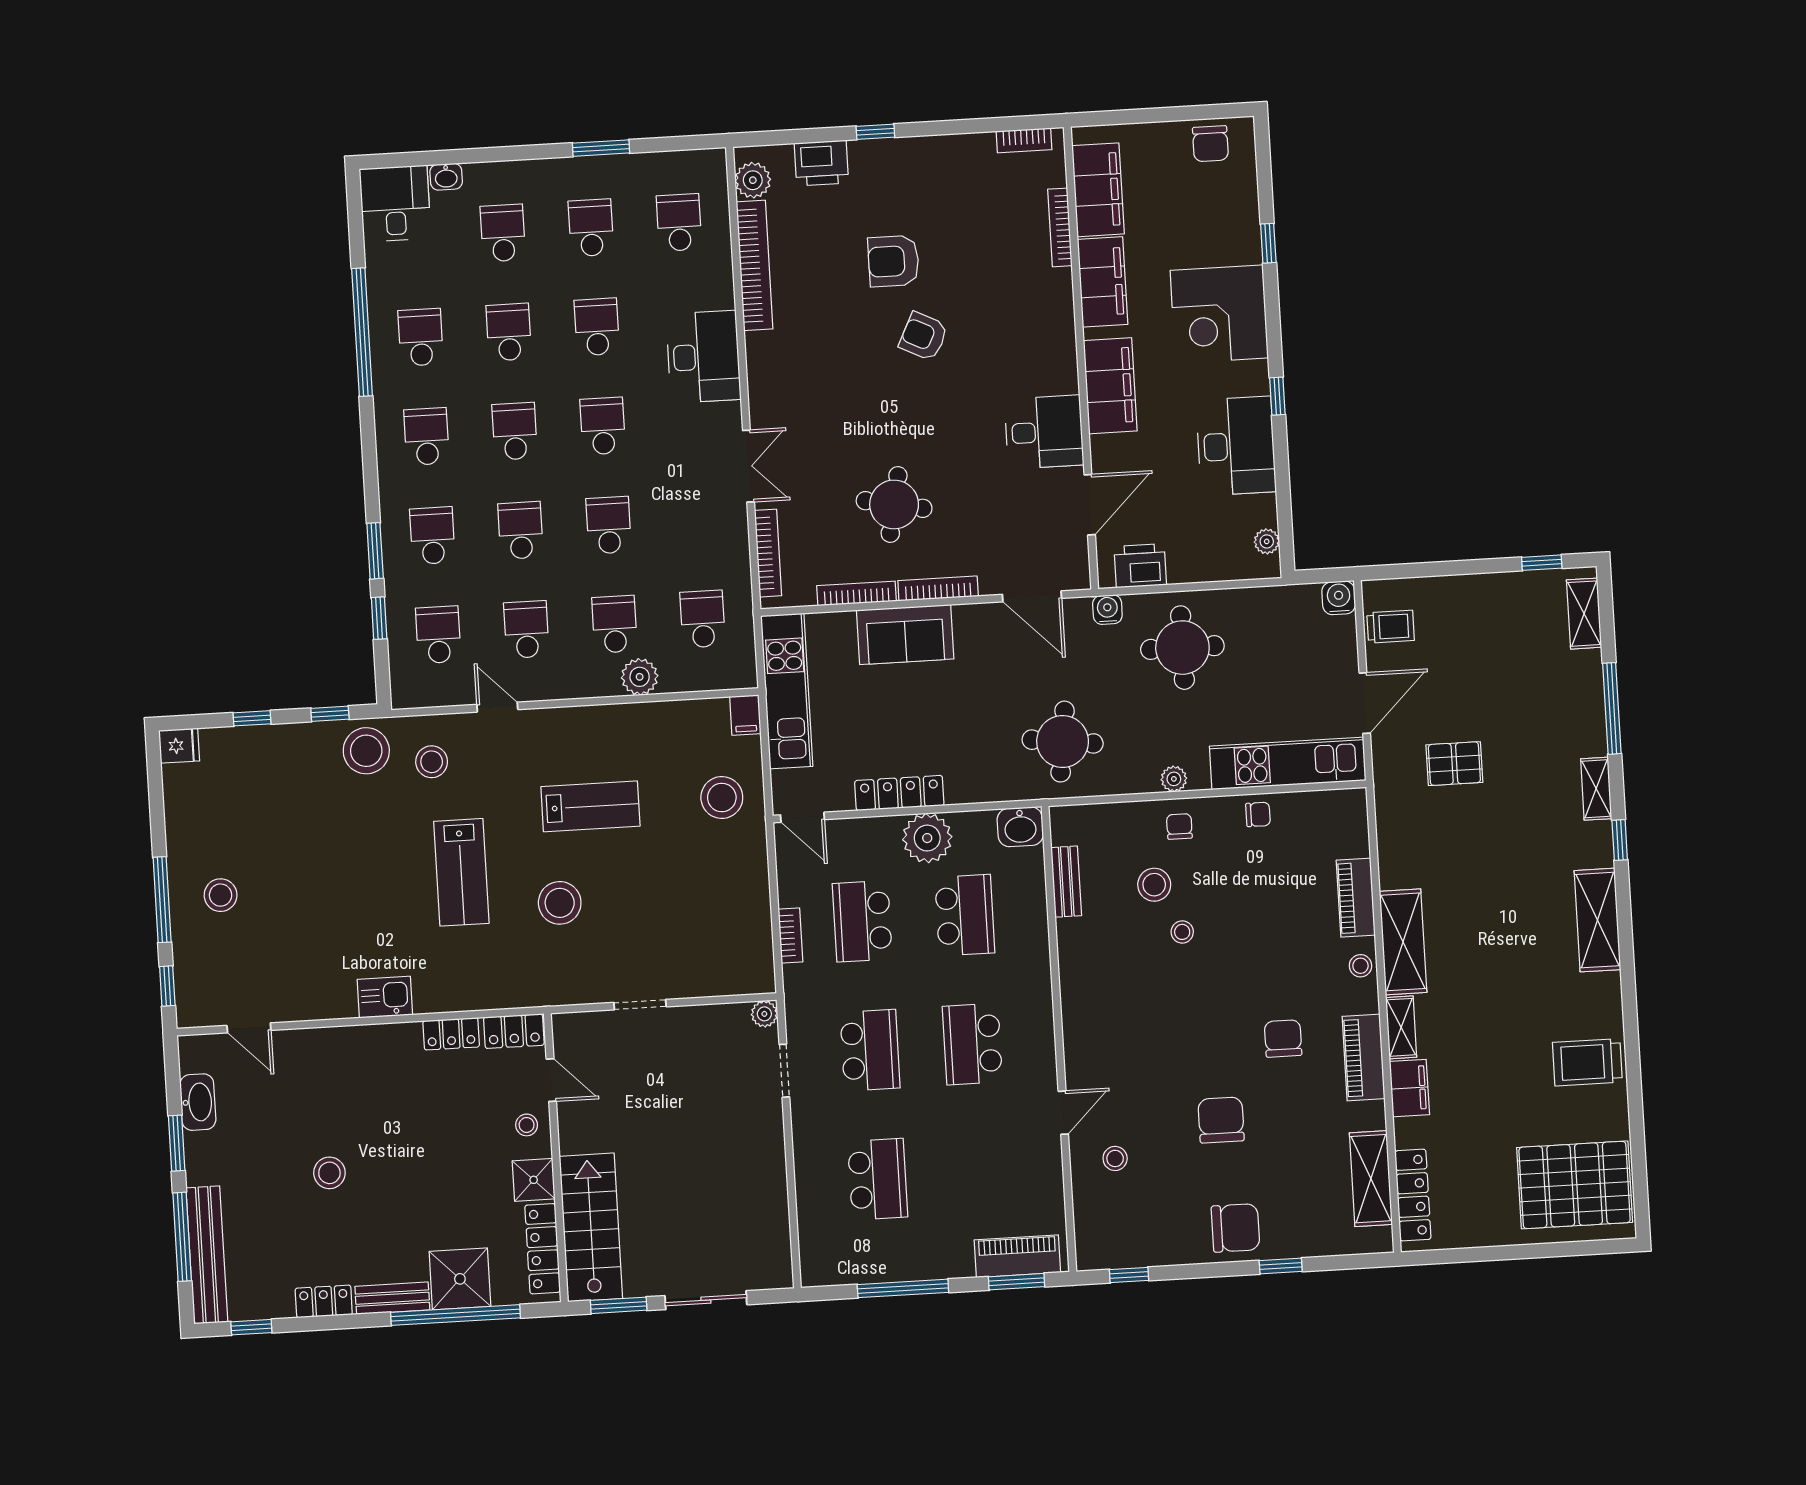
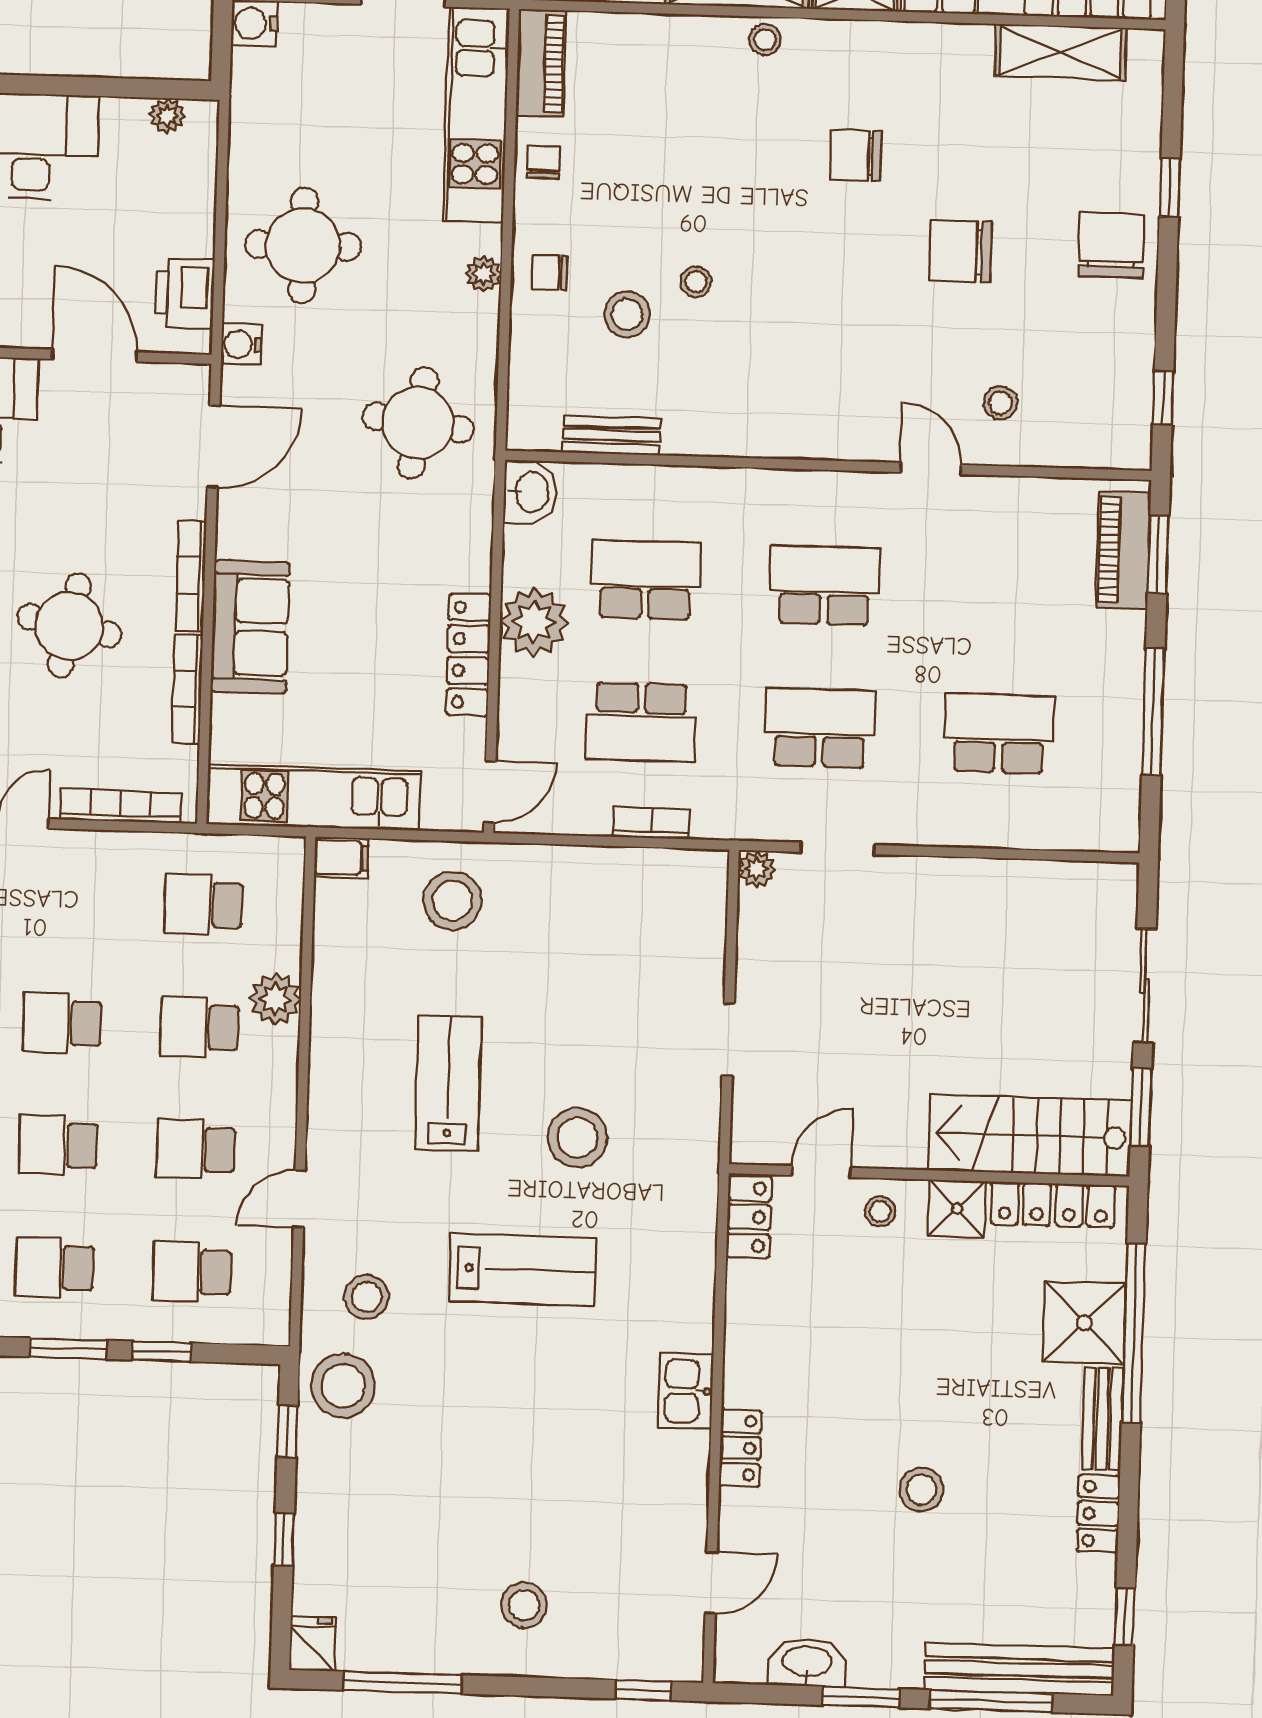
piano: (1356, 898) -> (541, 63), moved, turned -90
window: (162, 900) -> (403, 1683), moved
locker: (451, 1034) -> (740, 1448), moved
school desk: (972, 1044) -> (824, 585), turned 180
piano: (1364, 1058) -> (892, 47), removed

